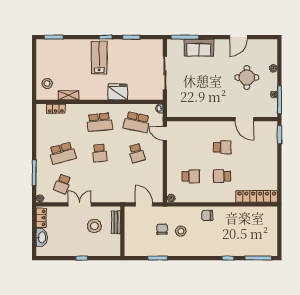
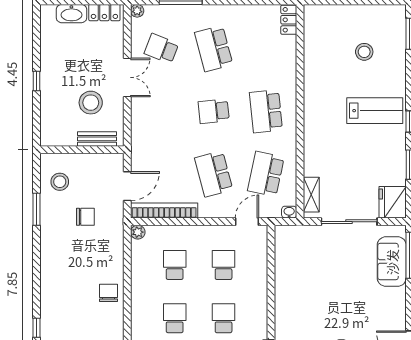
sofa: (199, 48) -> (392, 262), moved
stool: (47, 83) -> (364, 52), moved
fridge: (118, 92) -> (393, 202), moved, turned 180
shelving: (68, 95) -> (311, 195), moved
locker: (56, 109) -> (289, 20), moved
school desk: (191, 147) -> (224, 265), added
school desk: (222, 147) -> (224, 318), turned 180
school desk: (137, 153) -> (214, 174), width x1.85
school desk: (191, 176) -> (175, 265), turned 180
bookcase: (158, 182) -> (164, 211), added
stool: (181, 231) -> (60, 182), moved

